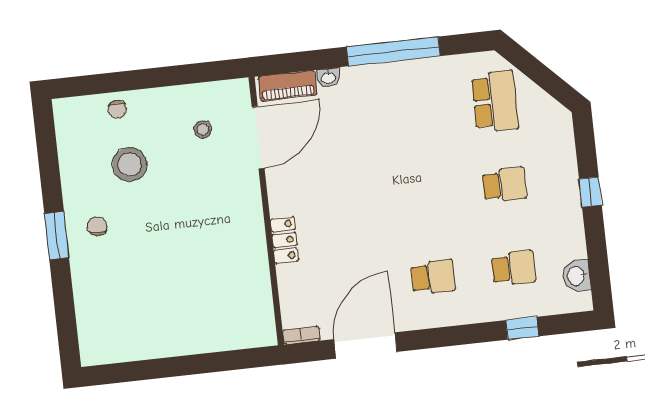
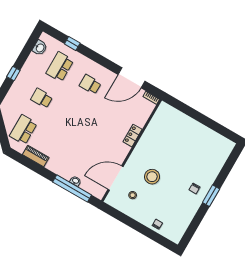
window: (393, 51) -> (72, 188), moved
piano: (288, 86) -> (36, 156), moved
stool: (130, 164) -> (152, 177), moved
school desk: (514, 268) -> (60, 67), width x1.85

